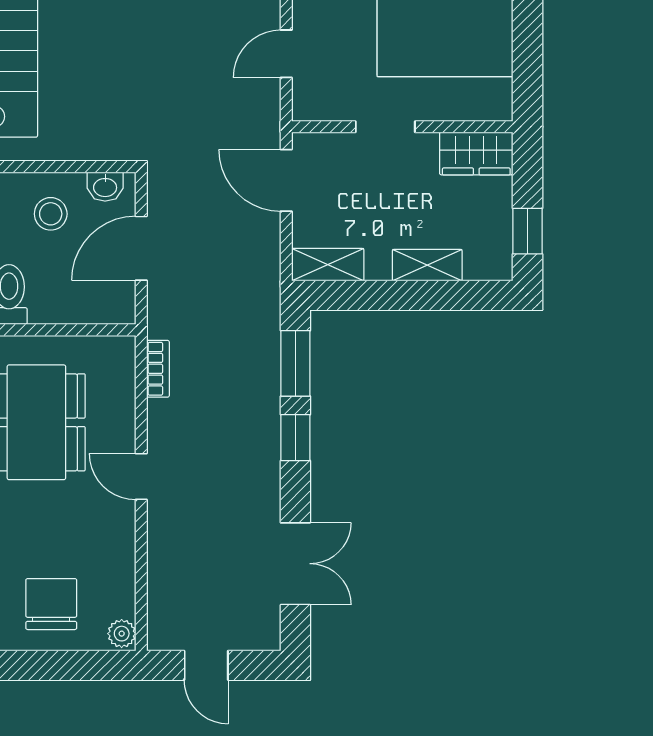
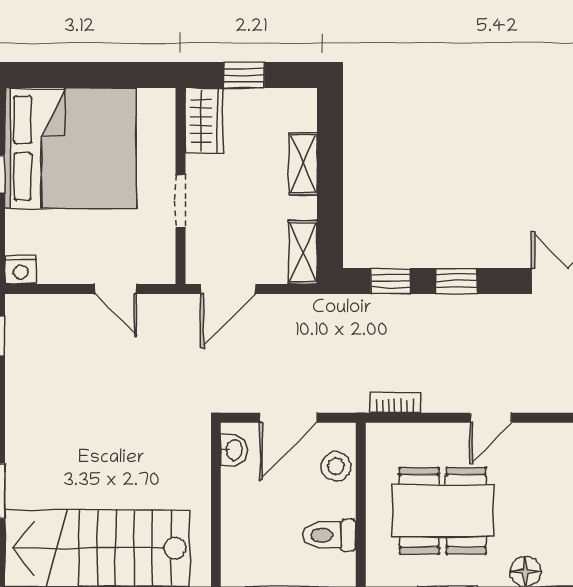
stool: (51, 214) -> (336, 466), moved
window: (527, 231) -> (244, 75), moved
door: (141, 248) -> (288, 418), hinge flipped
window: (295, 363) -> (390, 281), width x0.67

